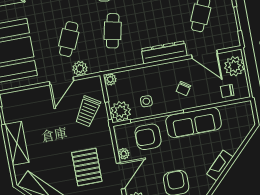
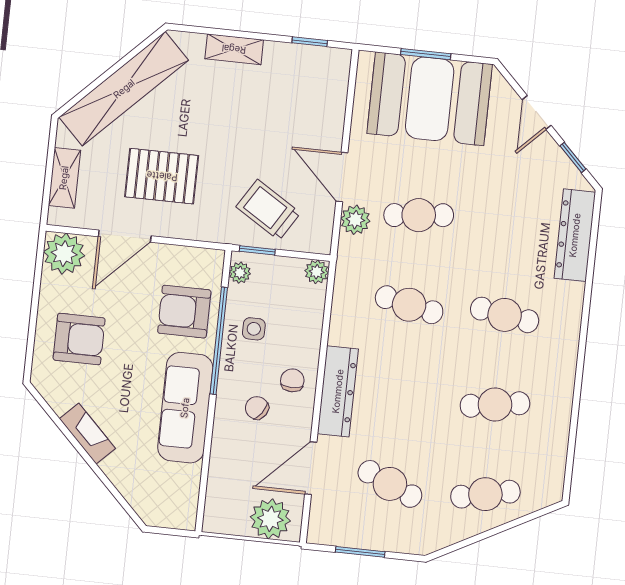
cafe table: (69, 39) -> (419, 215), turned -30
chair: (227, 91) -> (292, 380), moved
plant: (121, 111) -> (240, 273), width x0.53, depth x0.53
armchair: (148, 137) -> (184, 312), turned -90
shelving: (17, 143) -> (234, 49), width x0.67, depth x0.75
plant: (124, 154) -> (166, 255), removed
door: (121, 176) -> (125, 236), hinge flipped

